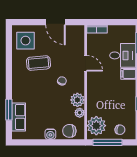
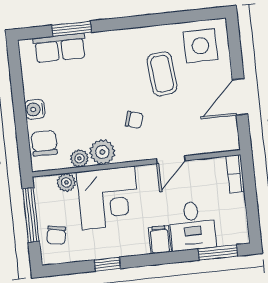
corner desk: (103, 99) -> (108, 198), added
plant: (96, 126) -> (66, 182), width x0.53, depth x0.53

